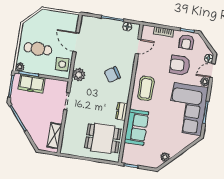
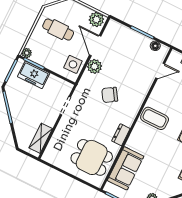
plant: (70, 20) -> (96, 19), added
cafe table: (38, 49) -> (58, 30), moved
plant: (79, 75) -> (94, 66), moved
chair: (112, 75) -> (110, 95), moved
coffee table: (146, 88) -> (155, 118), turned 90
sofa: (136, 127) -> (126, 168), moved

